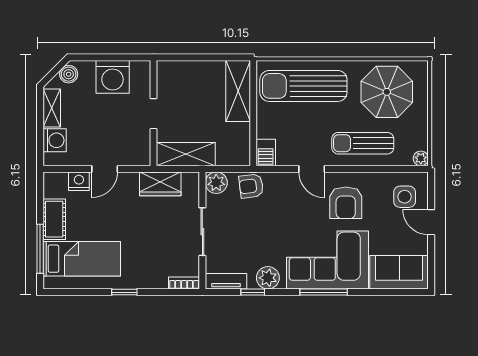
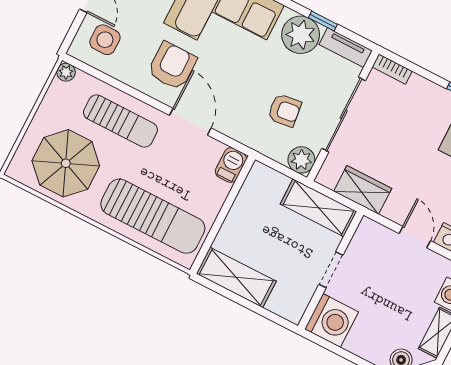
washing machine: (113, 77) -> (332, 320), moved, turned 90
shelving: (238, 91) -> (236, 277), moved, turned 90
door: (105, 169) -> (415, 237), hinge flipped
door: (312, 169) -> (190, 122), width x1.38
armchair: (251, 186) -> (284, 110), moved
sliding door: (202, 232) -> (344, 115), width x1.37
plant: (268, 278) -> (301, 35), width x1.36, depth x1.36

